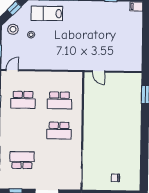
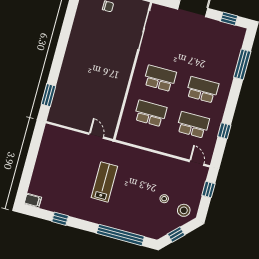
lab bench: (47, 13) -> (104, 182), moved, turned -90
door: (12, 70) -> (197, 163), swing flipped
school desk: (22, 160) -> (202, 90), moved, turned 180

